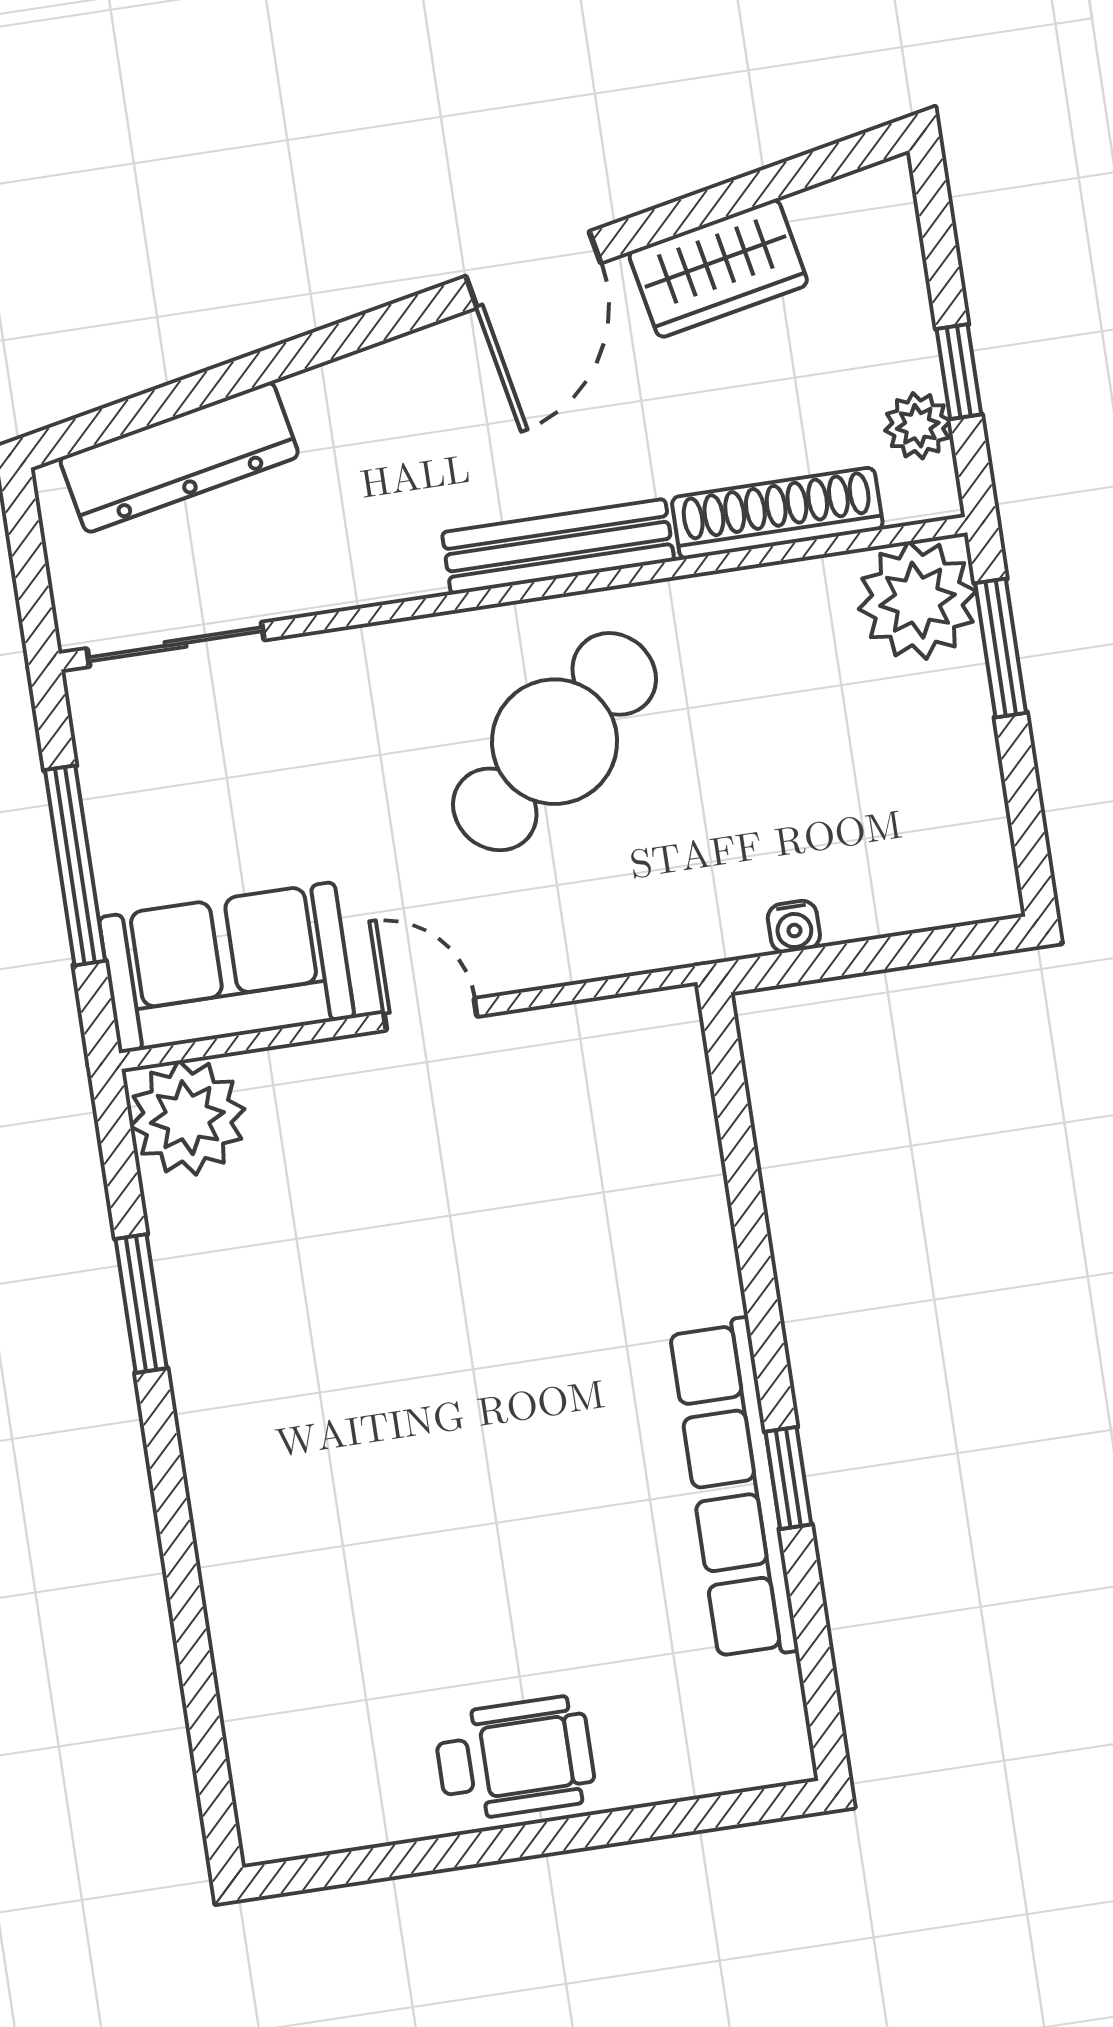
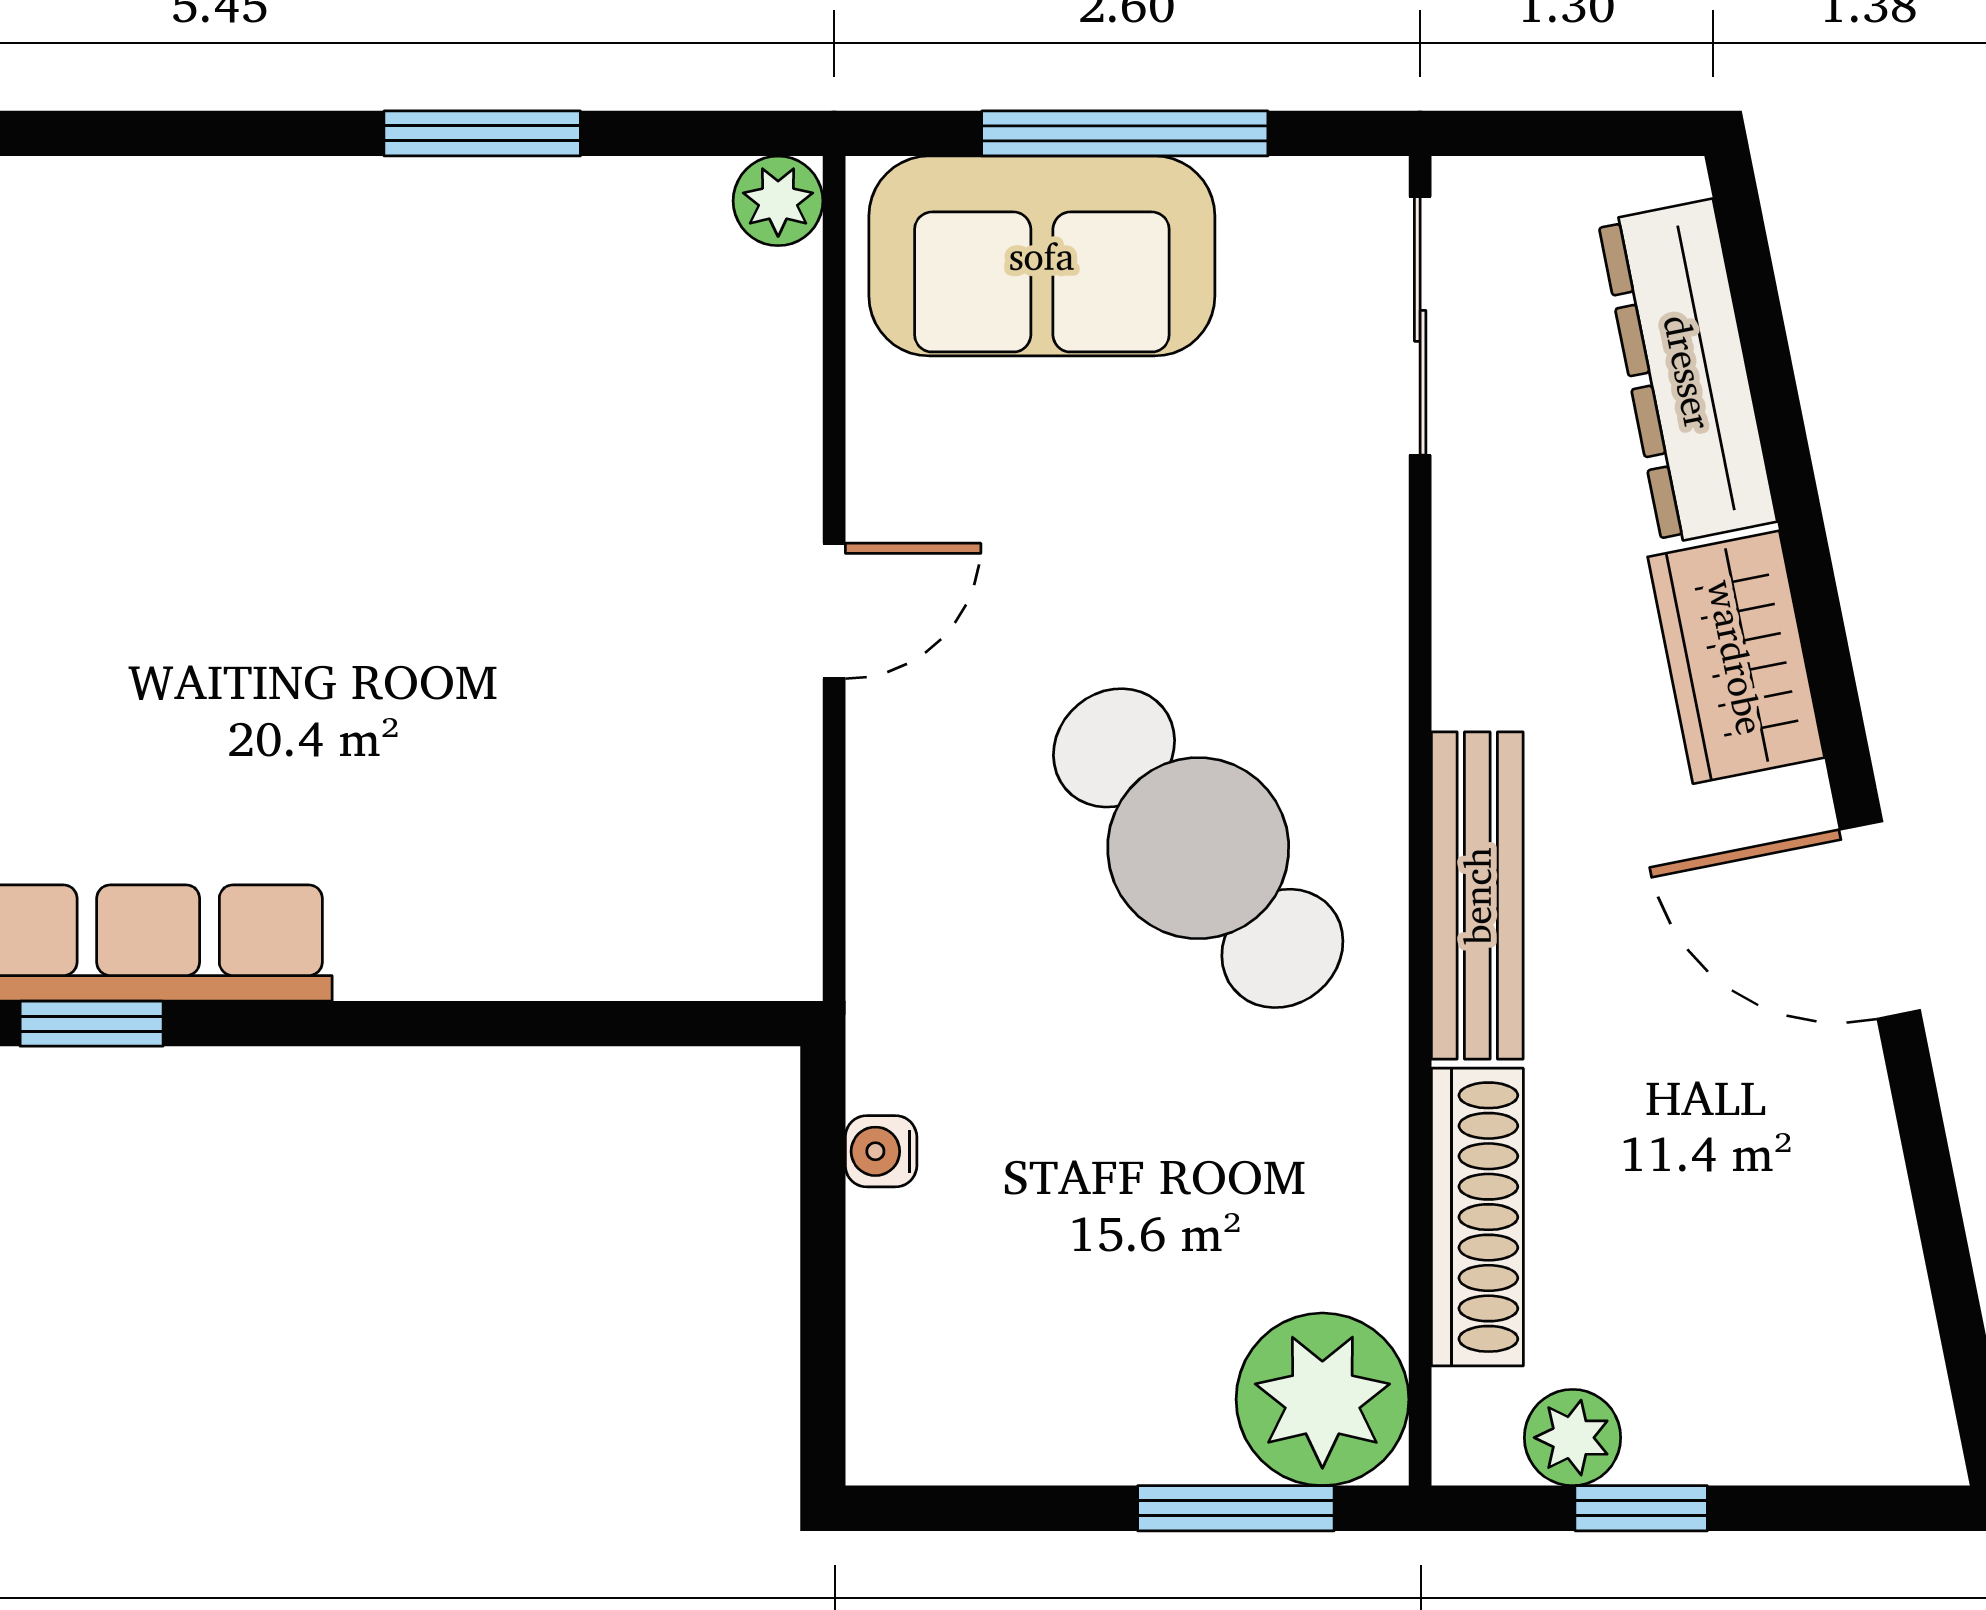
wardrobe: (718, 268) -> (1736, 657), moved
sofa: (227, 968) -> (1042, 256), moved, turned 90
plant: (187, 1118) -> (778, 201), width x0.53, depth x0.53

